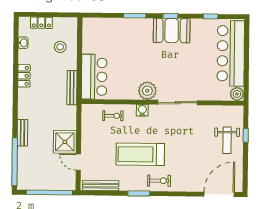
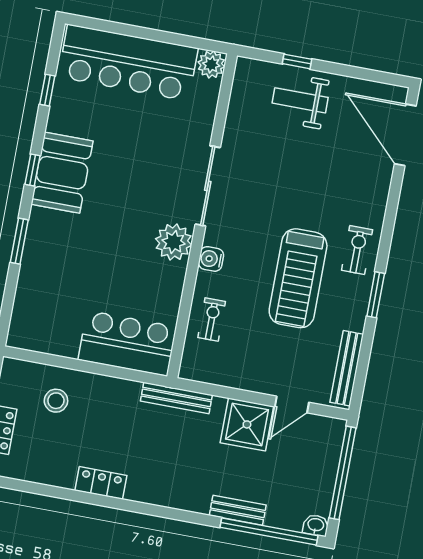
washbasin: (23, 43) -> (316, 525), moved
bench: (72, 88) -> (176, 398), moved
bench: (22, 133) -> (238, 510), moved
weight bench: (227, 140) -> (300, 100), turned 180

